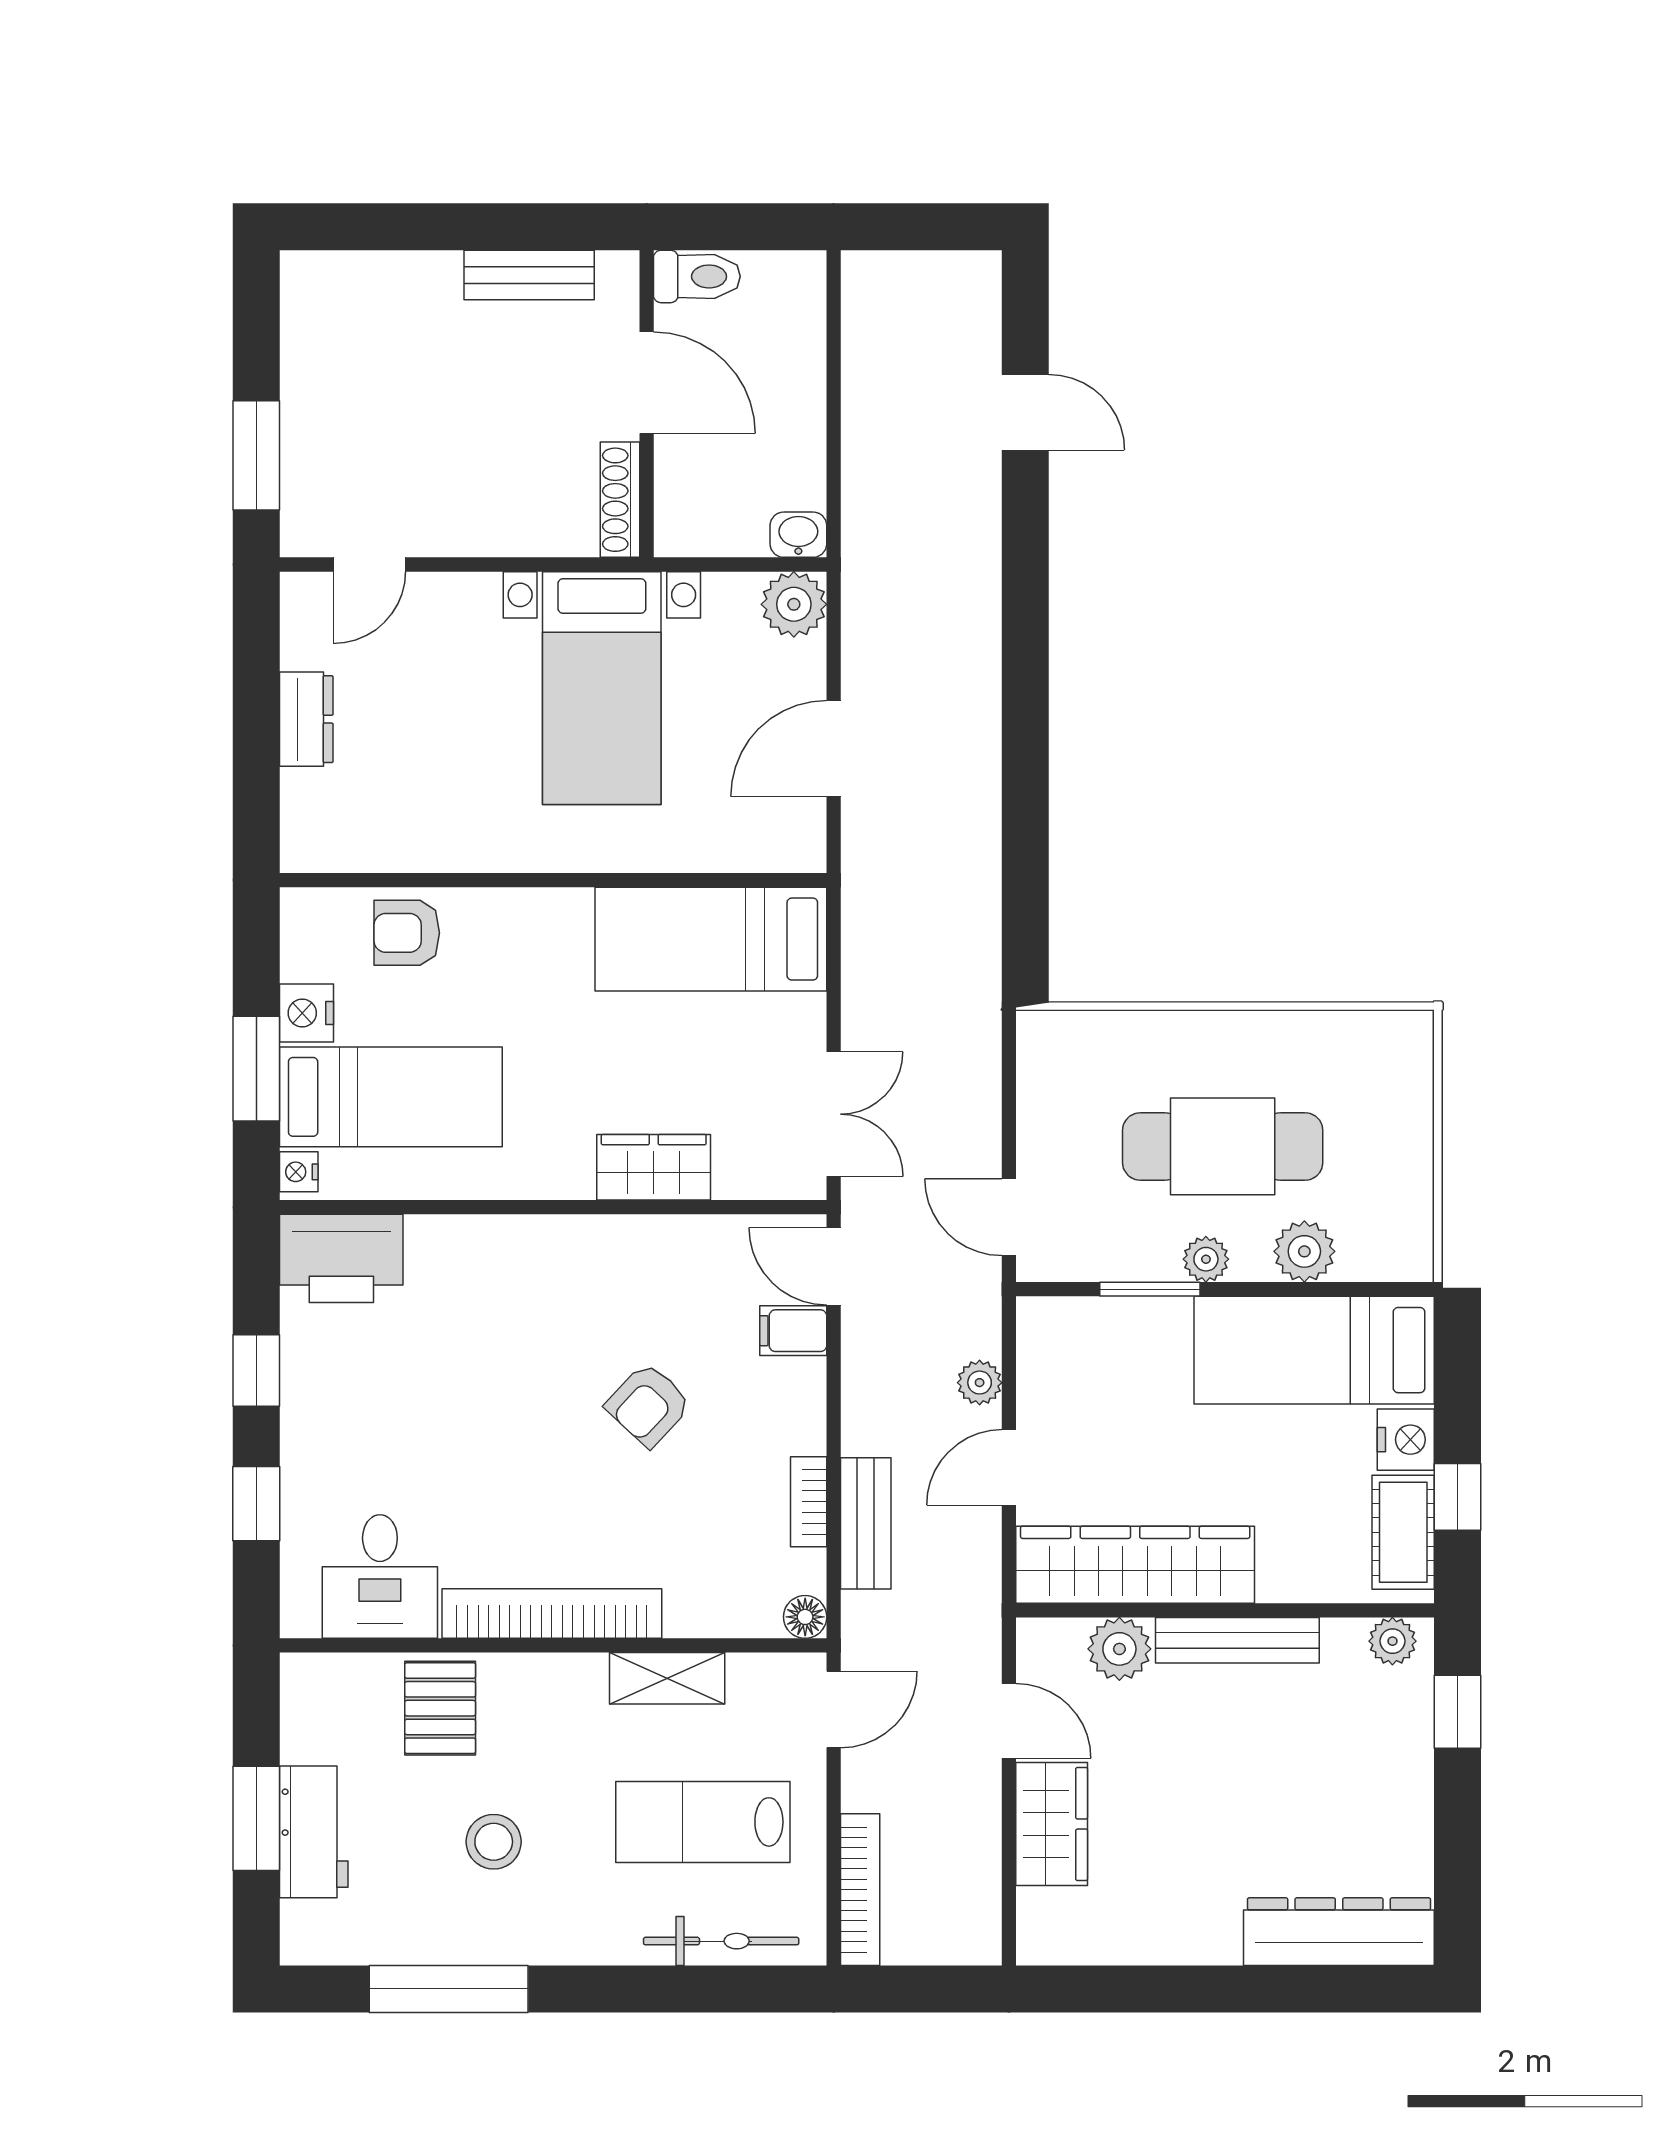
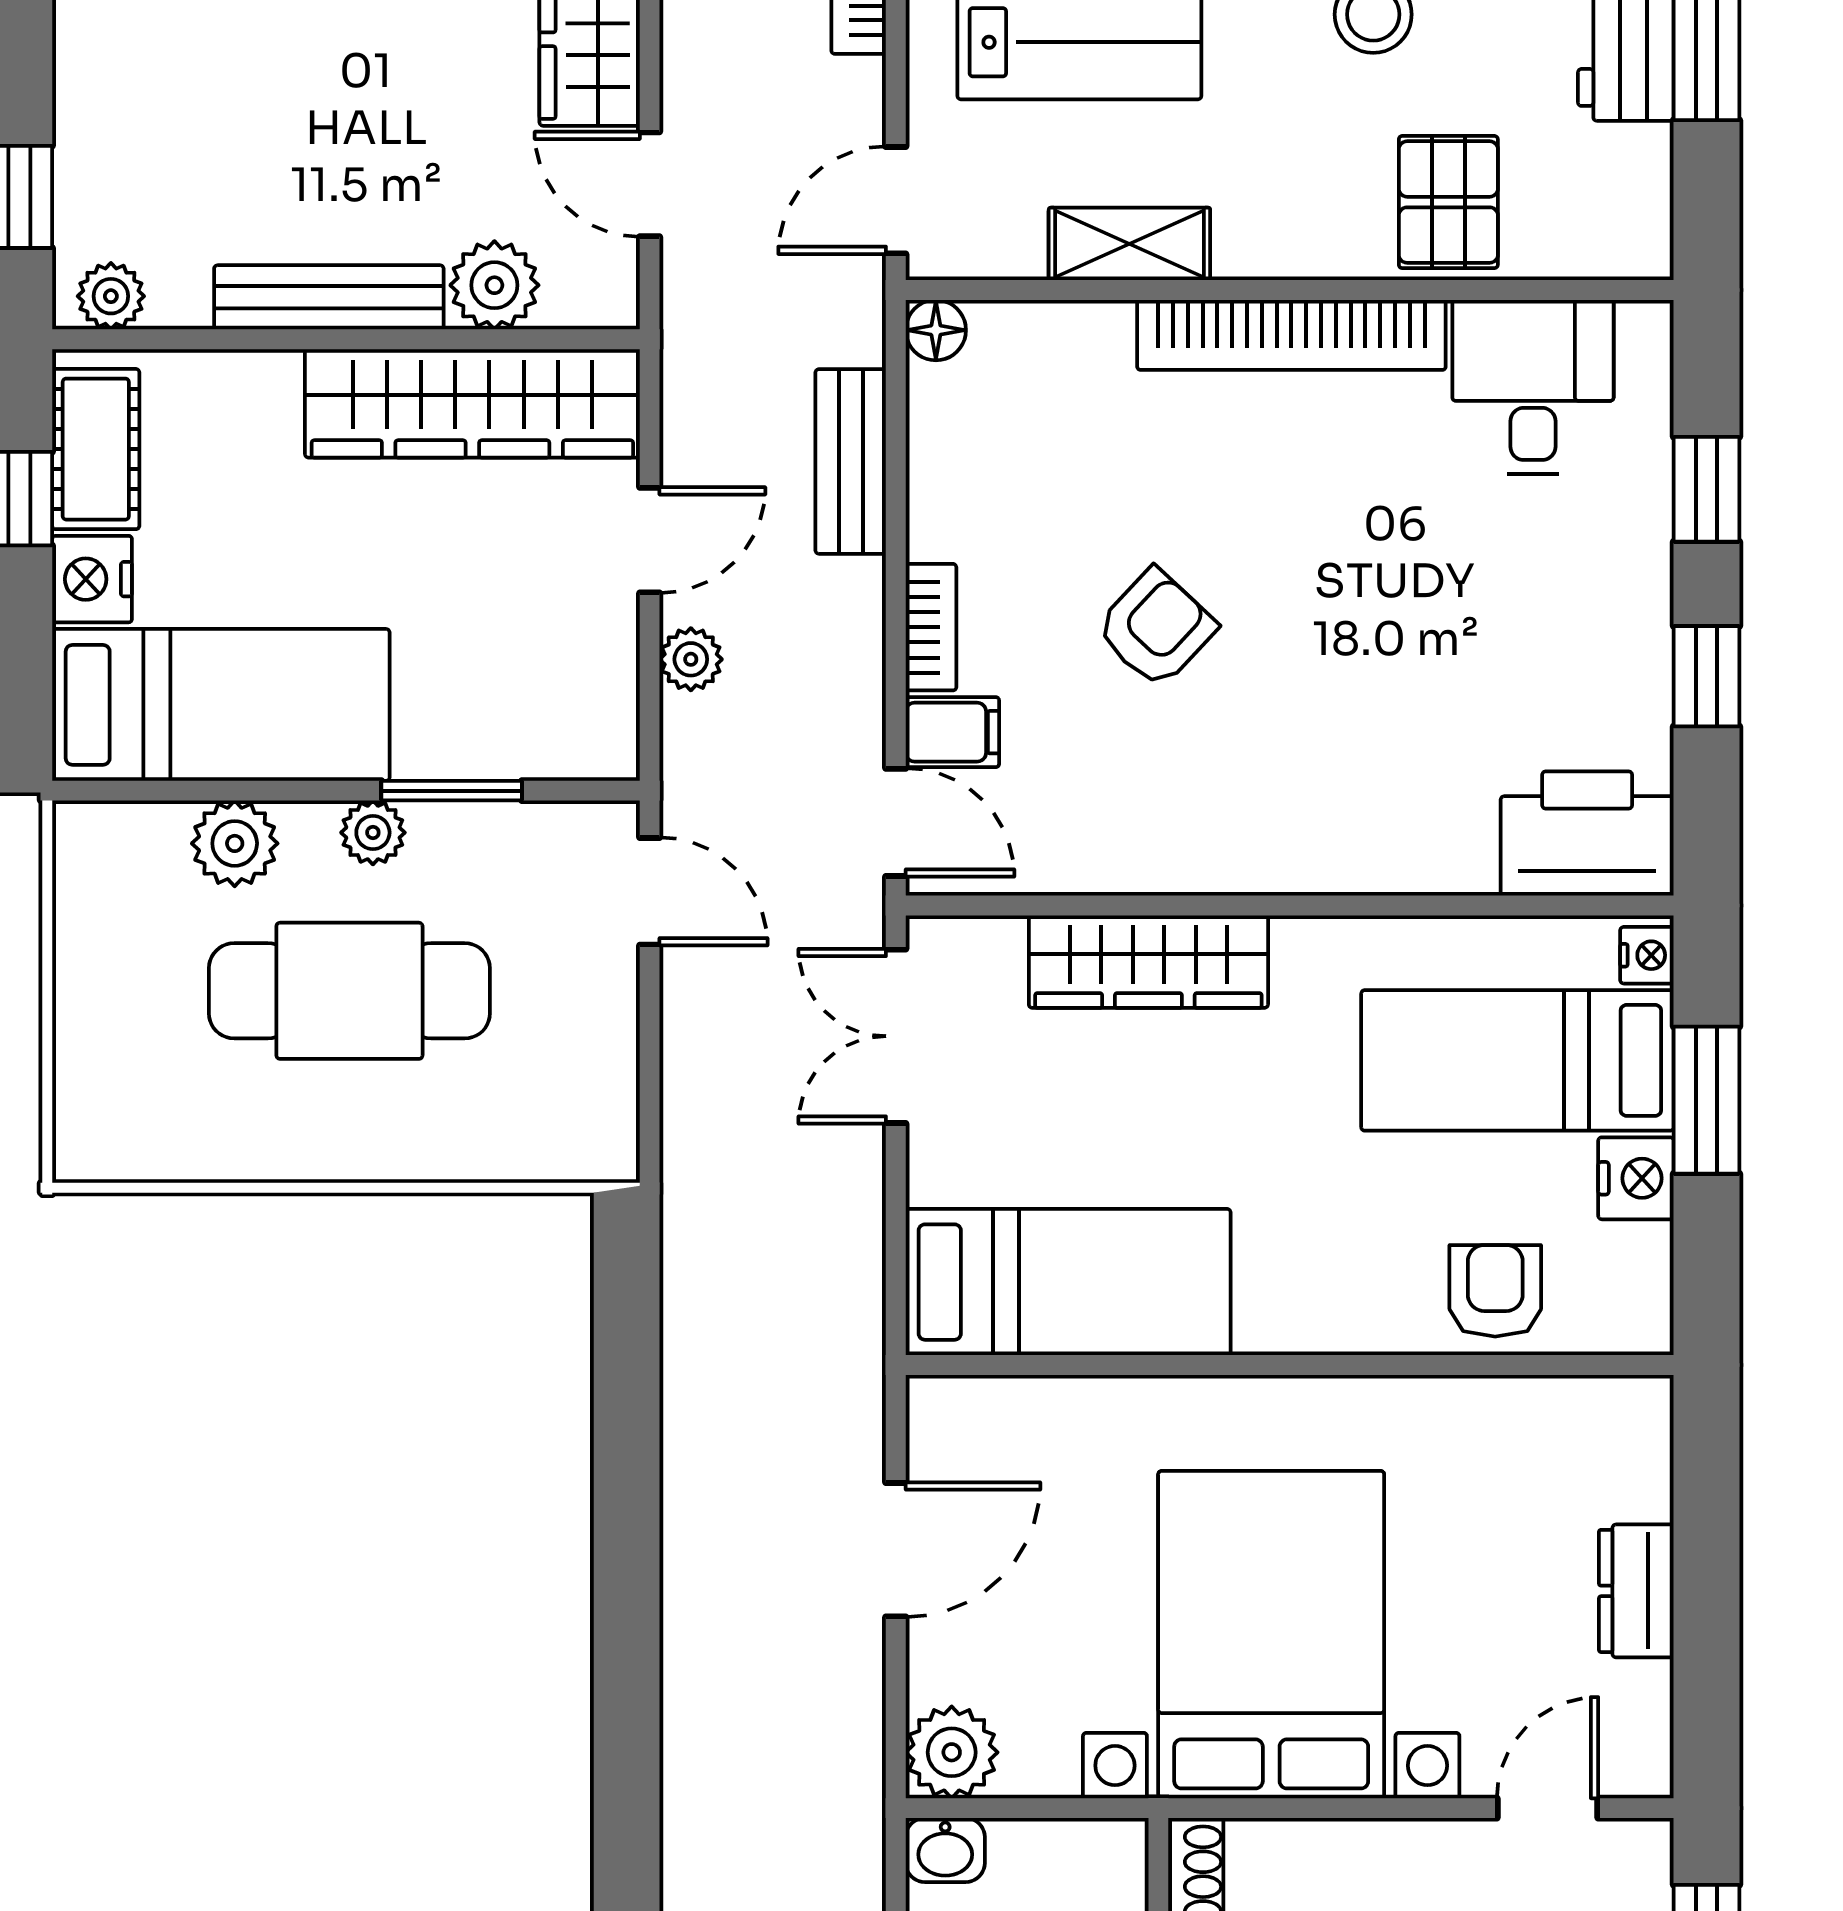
bed with nightstands: (602, 688) -> (1271, 1635), width x1.36
armchair: (407, 933) -> (1495, 1291), turned -90
wardrobe: (654, 1167) -> (1148, 962), width x1.50
bookcase: (809, 1502) -> (931, 627), moved

